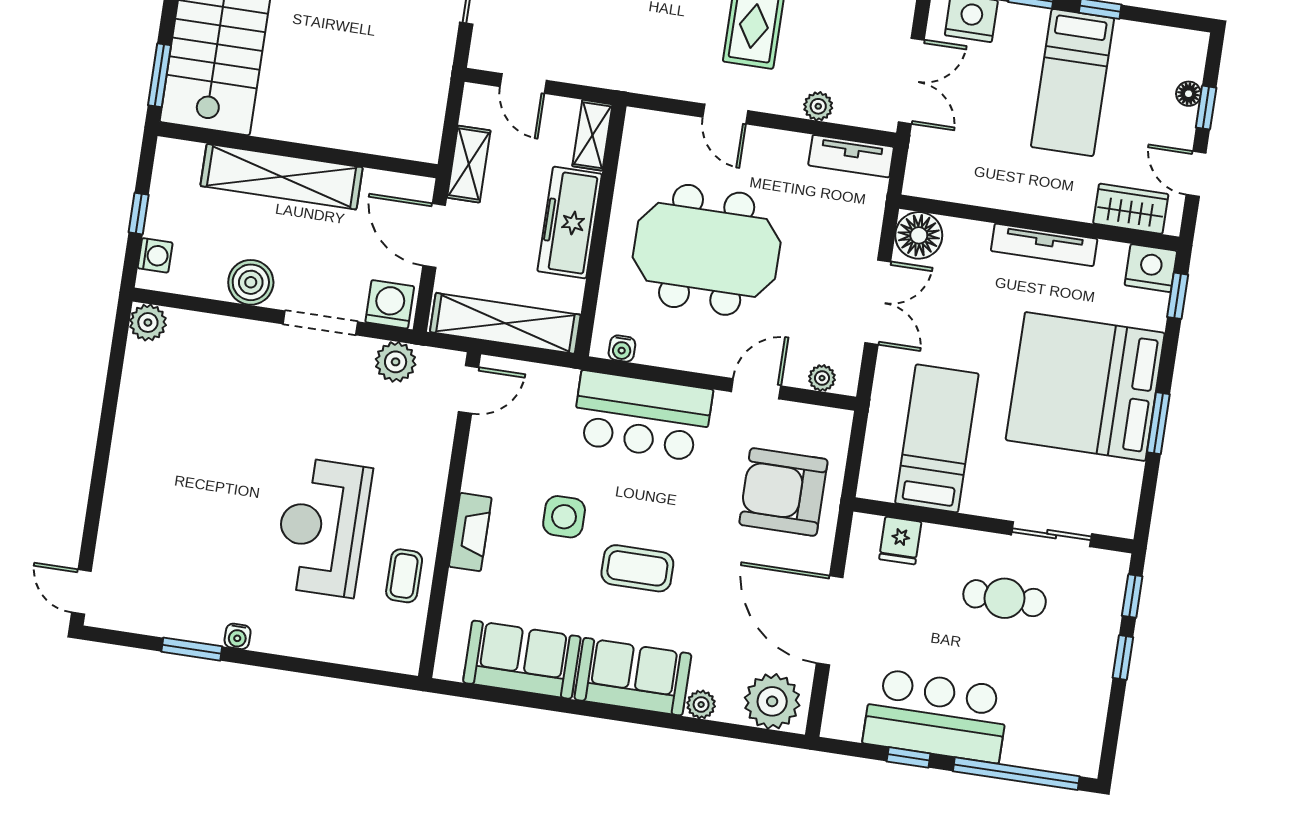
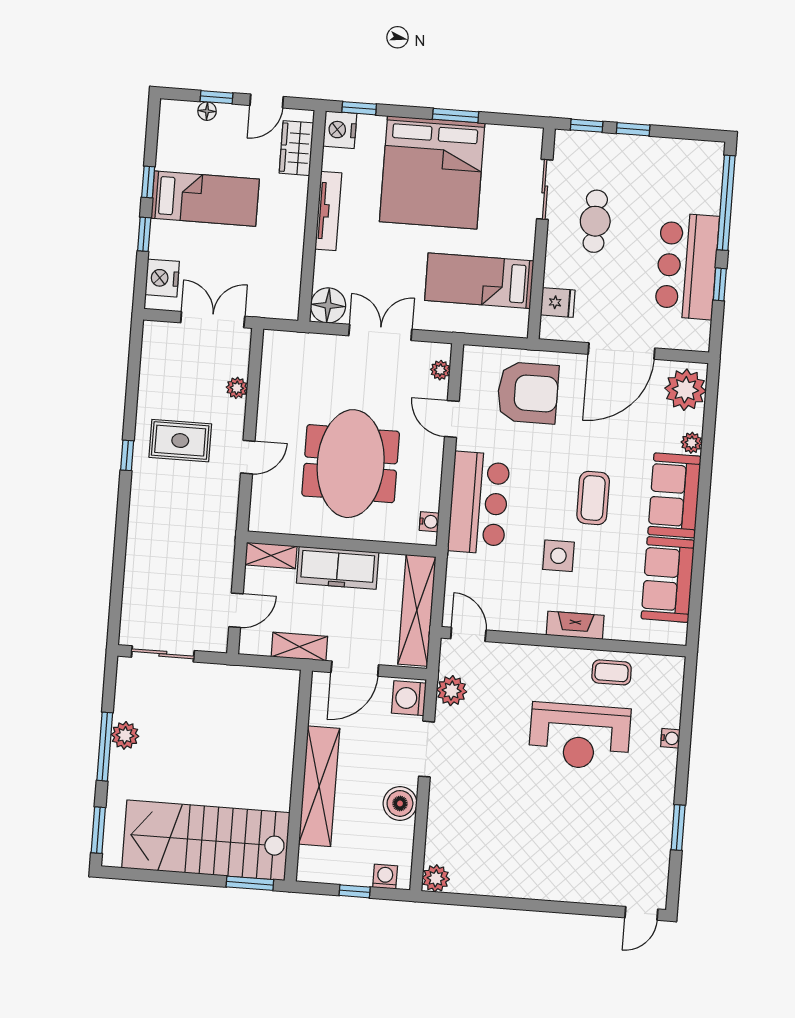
tv unit: (851, 156) -> (272, 360), removed
armchair: (783, 492) -> (528, 393), turned -90
water cooler: (238, 636) -> (670, 738), moved

